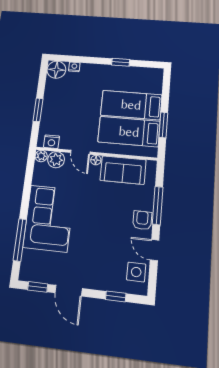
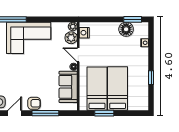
floor lamp: (56, 70) -> (126, 29), moved
window: (38, 110) -> (133, 19), moved
door: (80, 152) -> (78, 55), hinge flipped

